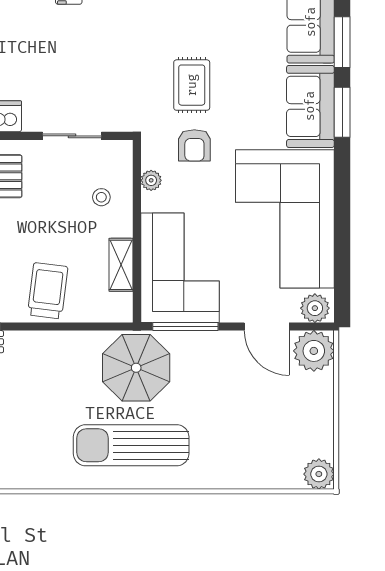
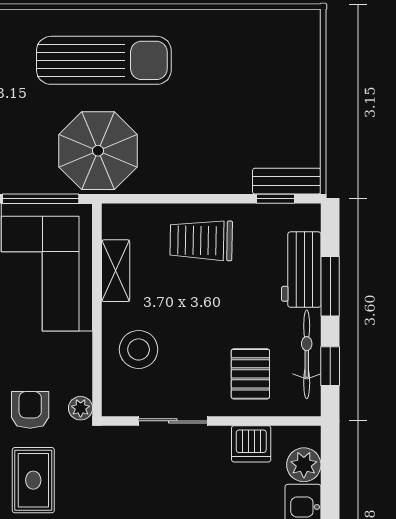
plant: (151, 180) -> (81, 408), moved
stool: (101, 197) -> (139, 349), width x1.89, depth x1.89
trolley: (48, 291) -> (201, 240), turned 84

